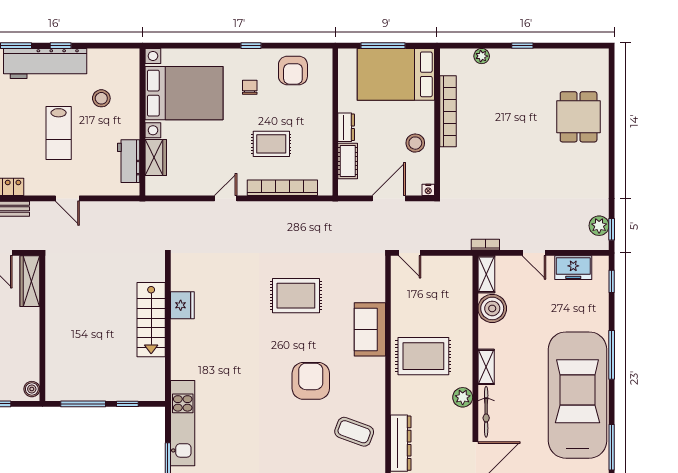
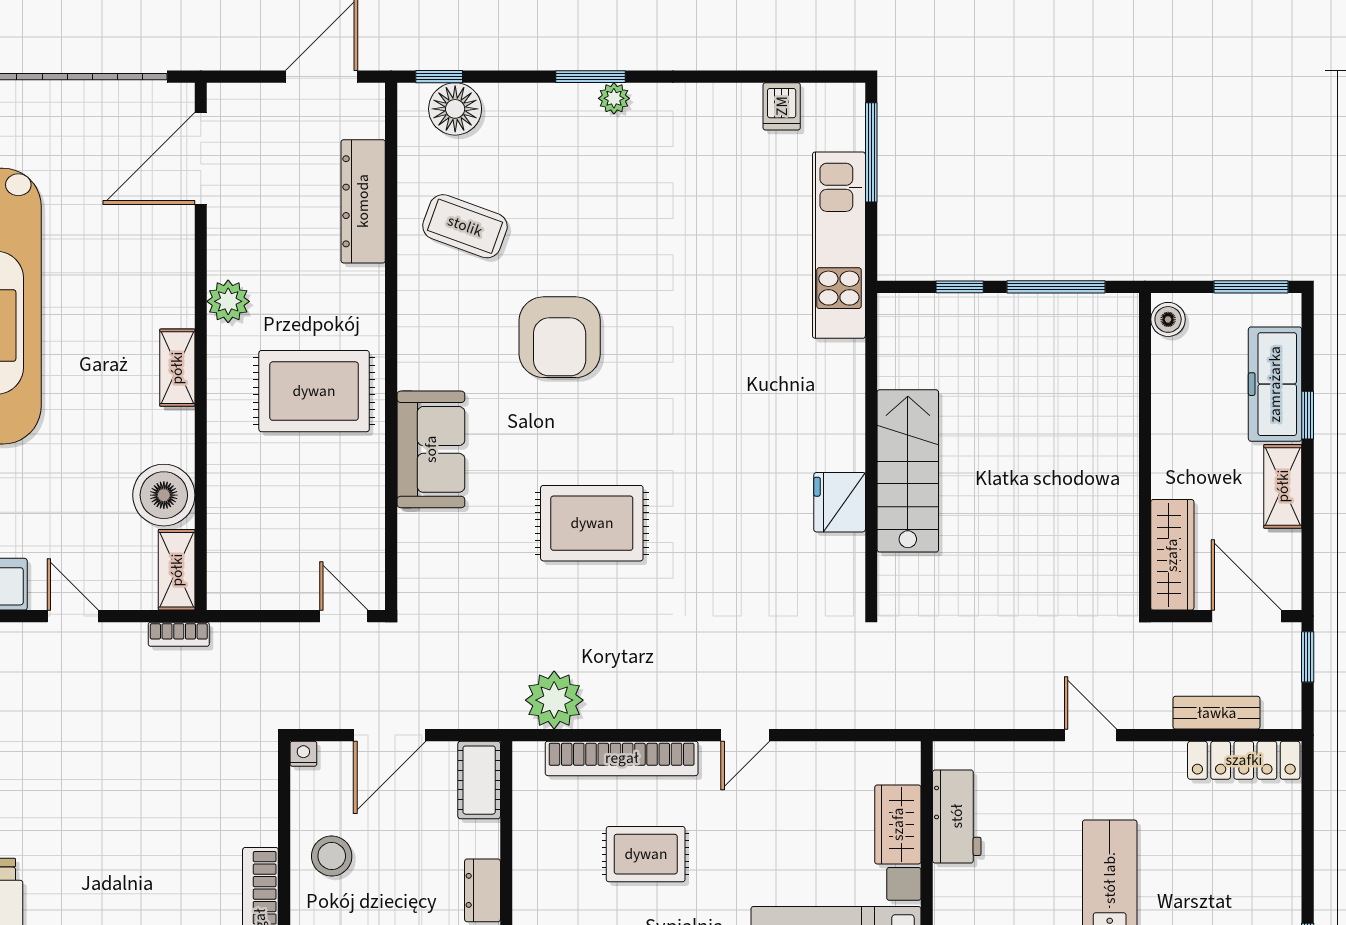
cot: (348, 161) -> (479, 780), moved
plant: (313, 214) -> (554, 700), added
bicycle: (486, 412) -> (177, 270), removed

